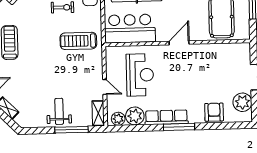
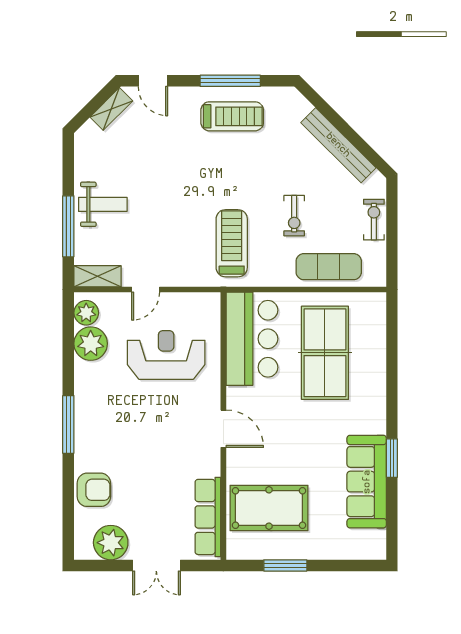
reception desk: (140, 75) -> (166, 355), turned 180
row of seats: (166, 117) -> (208, 517), moved, turned 180

